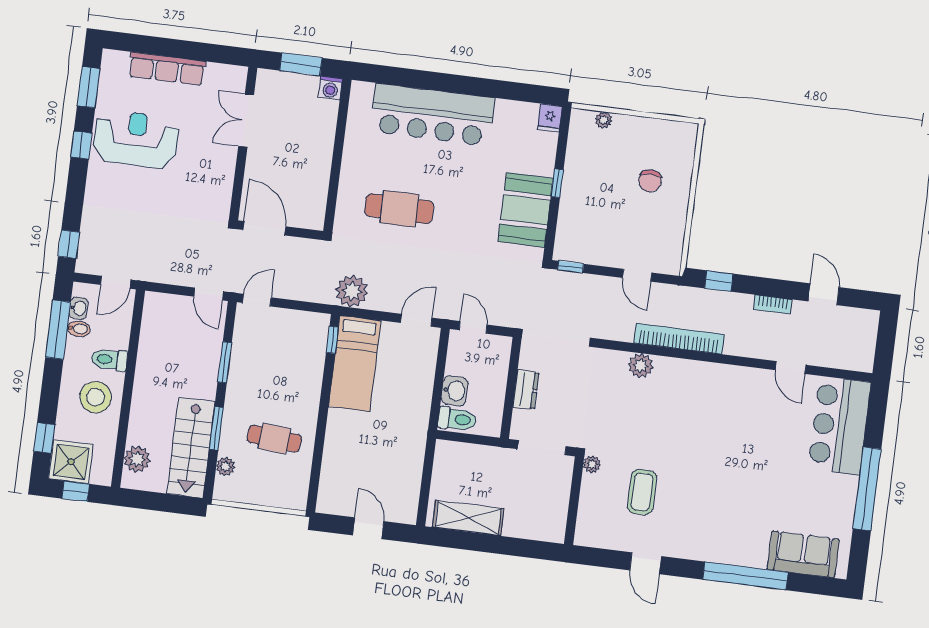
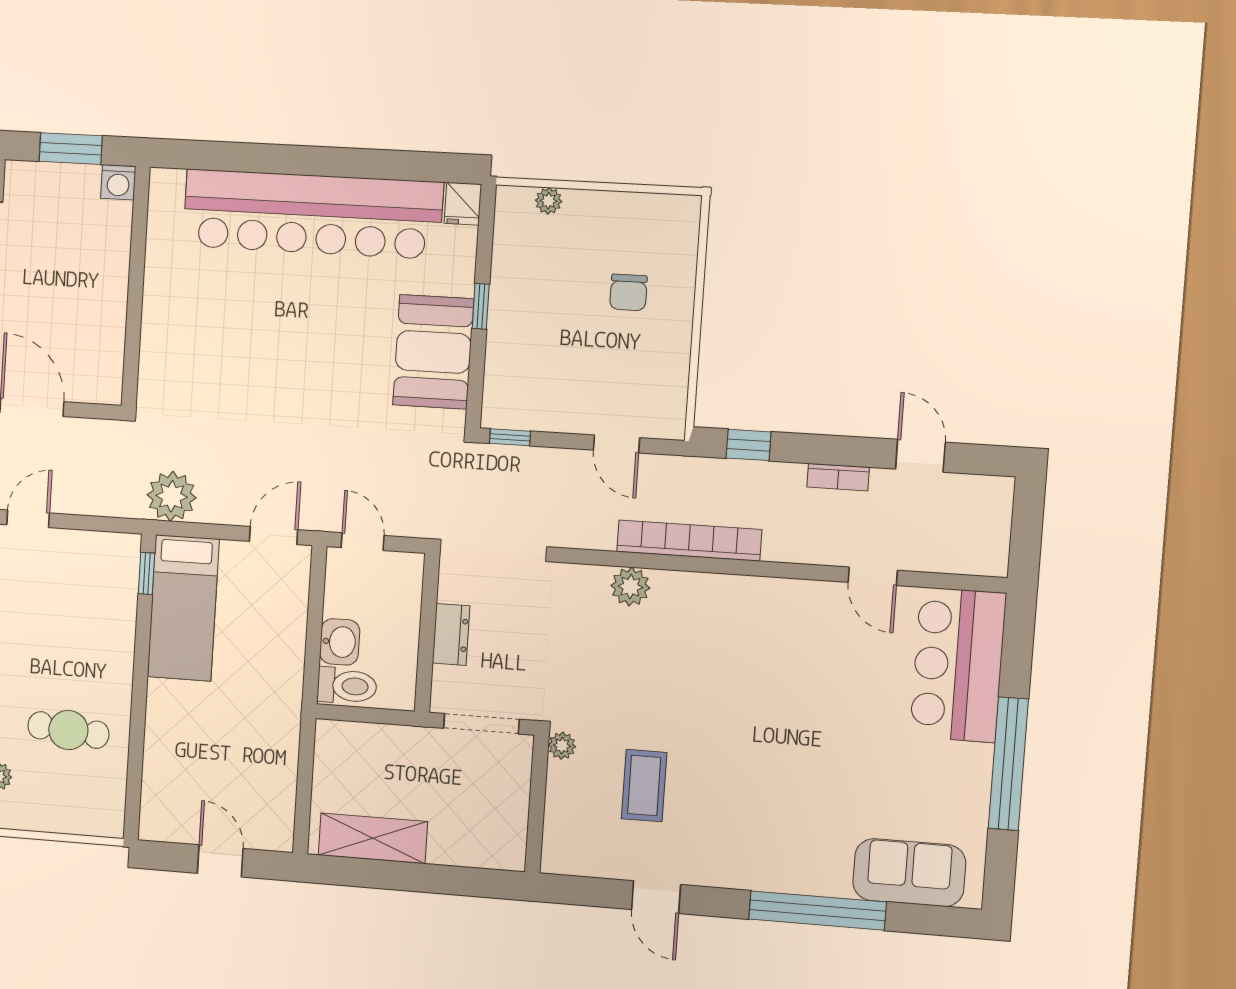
bar counter: (432, 115) -> (313, 214), width x1.36
cafe table: (399, 209) -> (236, 363), removed

